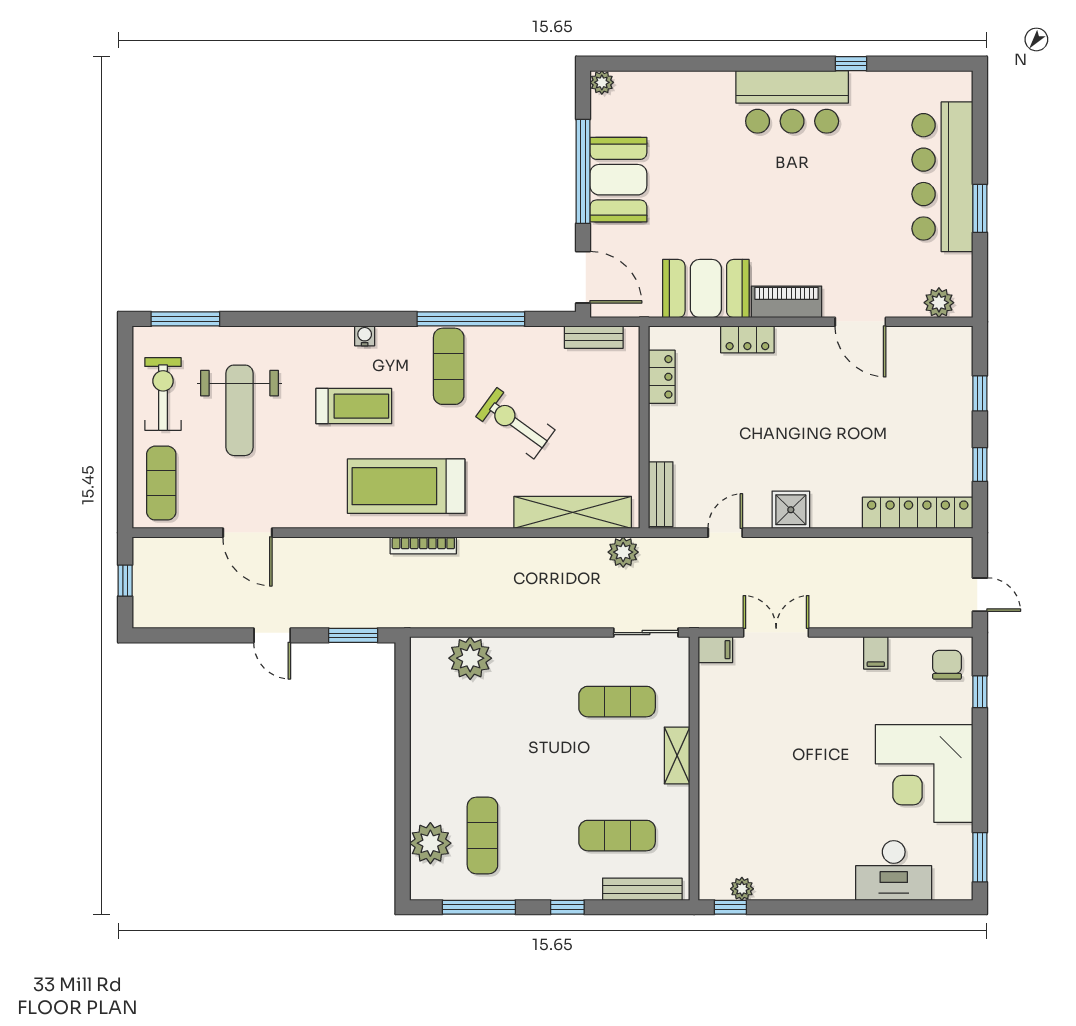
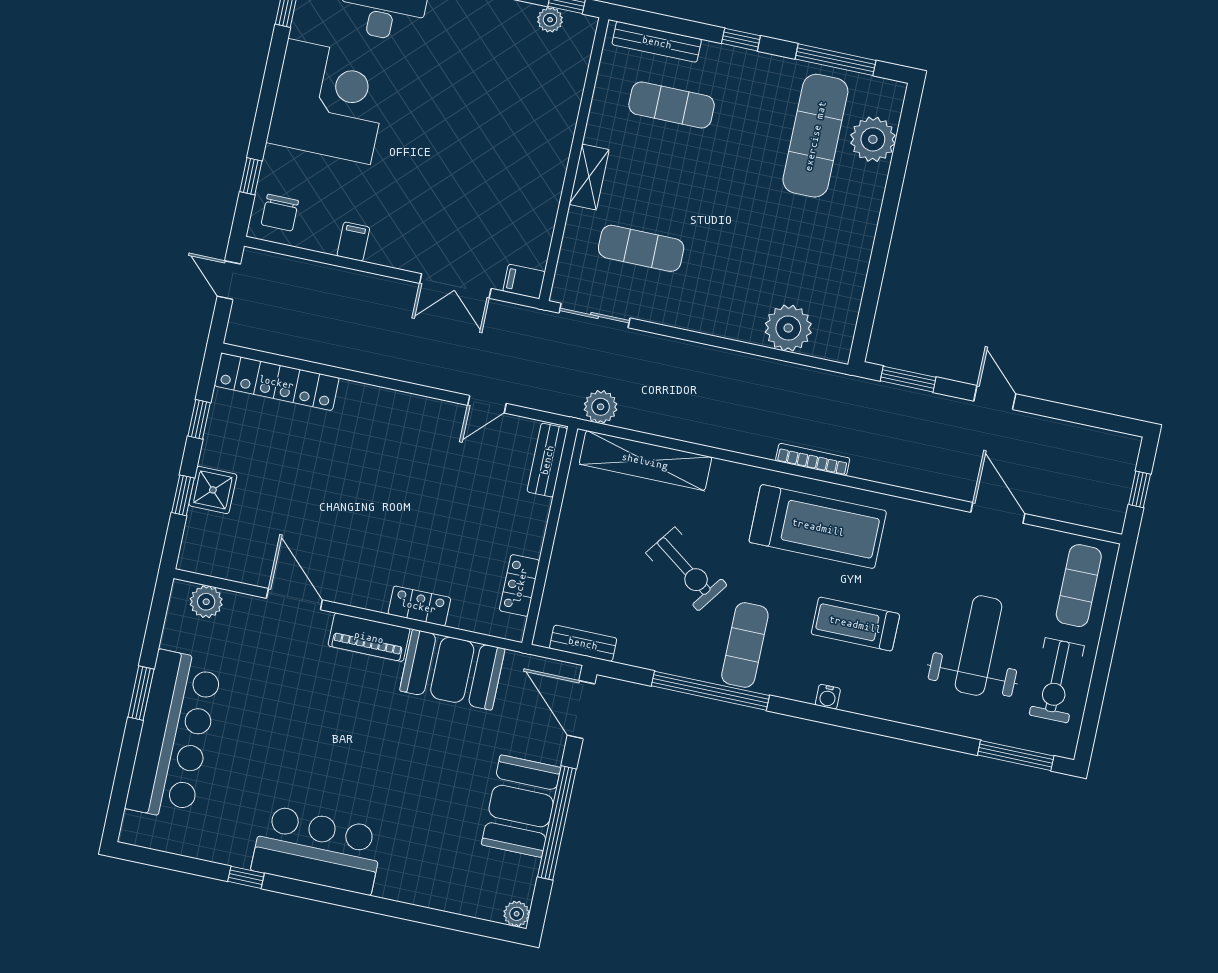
shower: (791, 510) -> (213, 490), moved
exercise mat: (482, 836) -> (815, 136), width x1.36, depth x1.45

